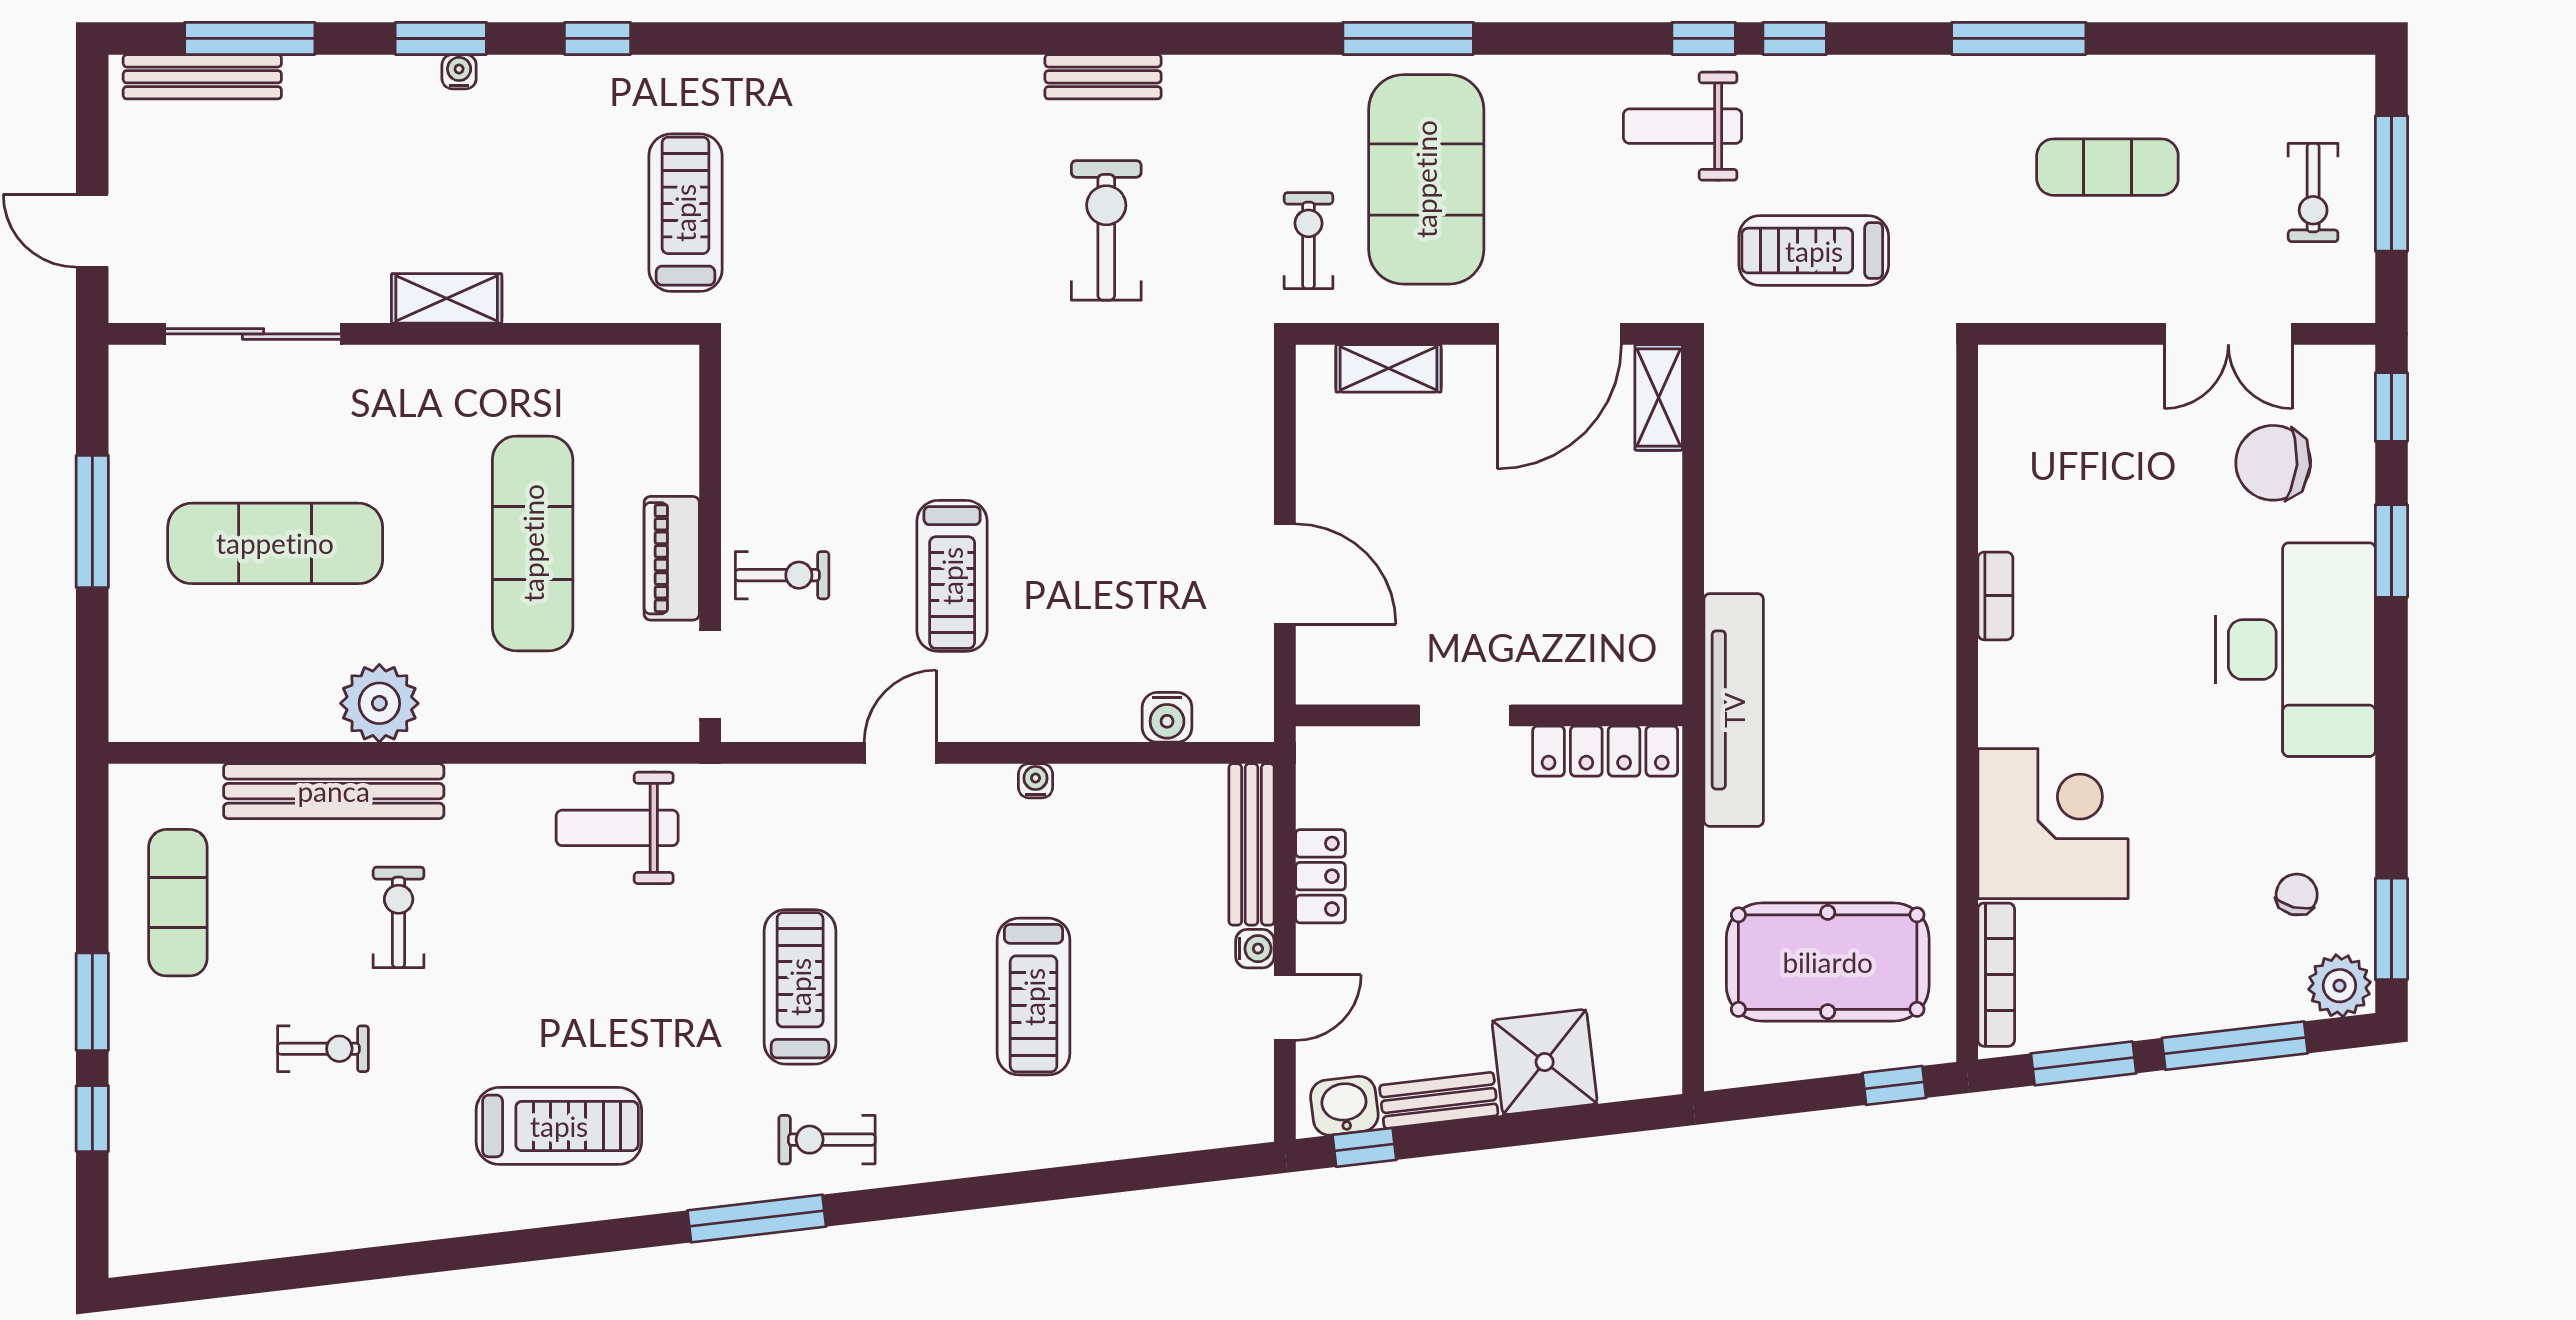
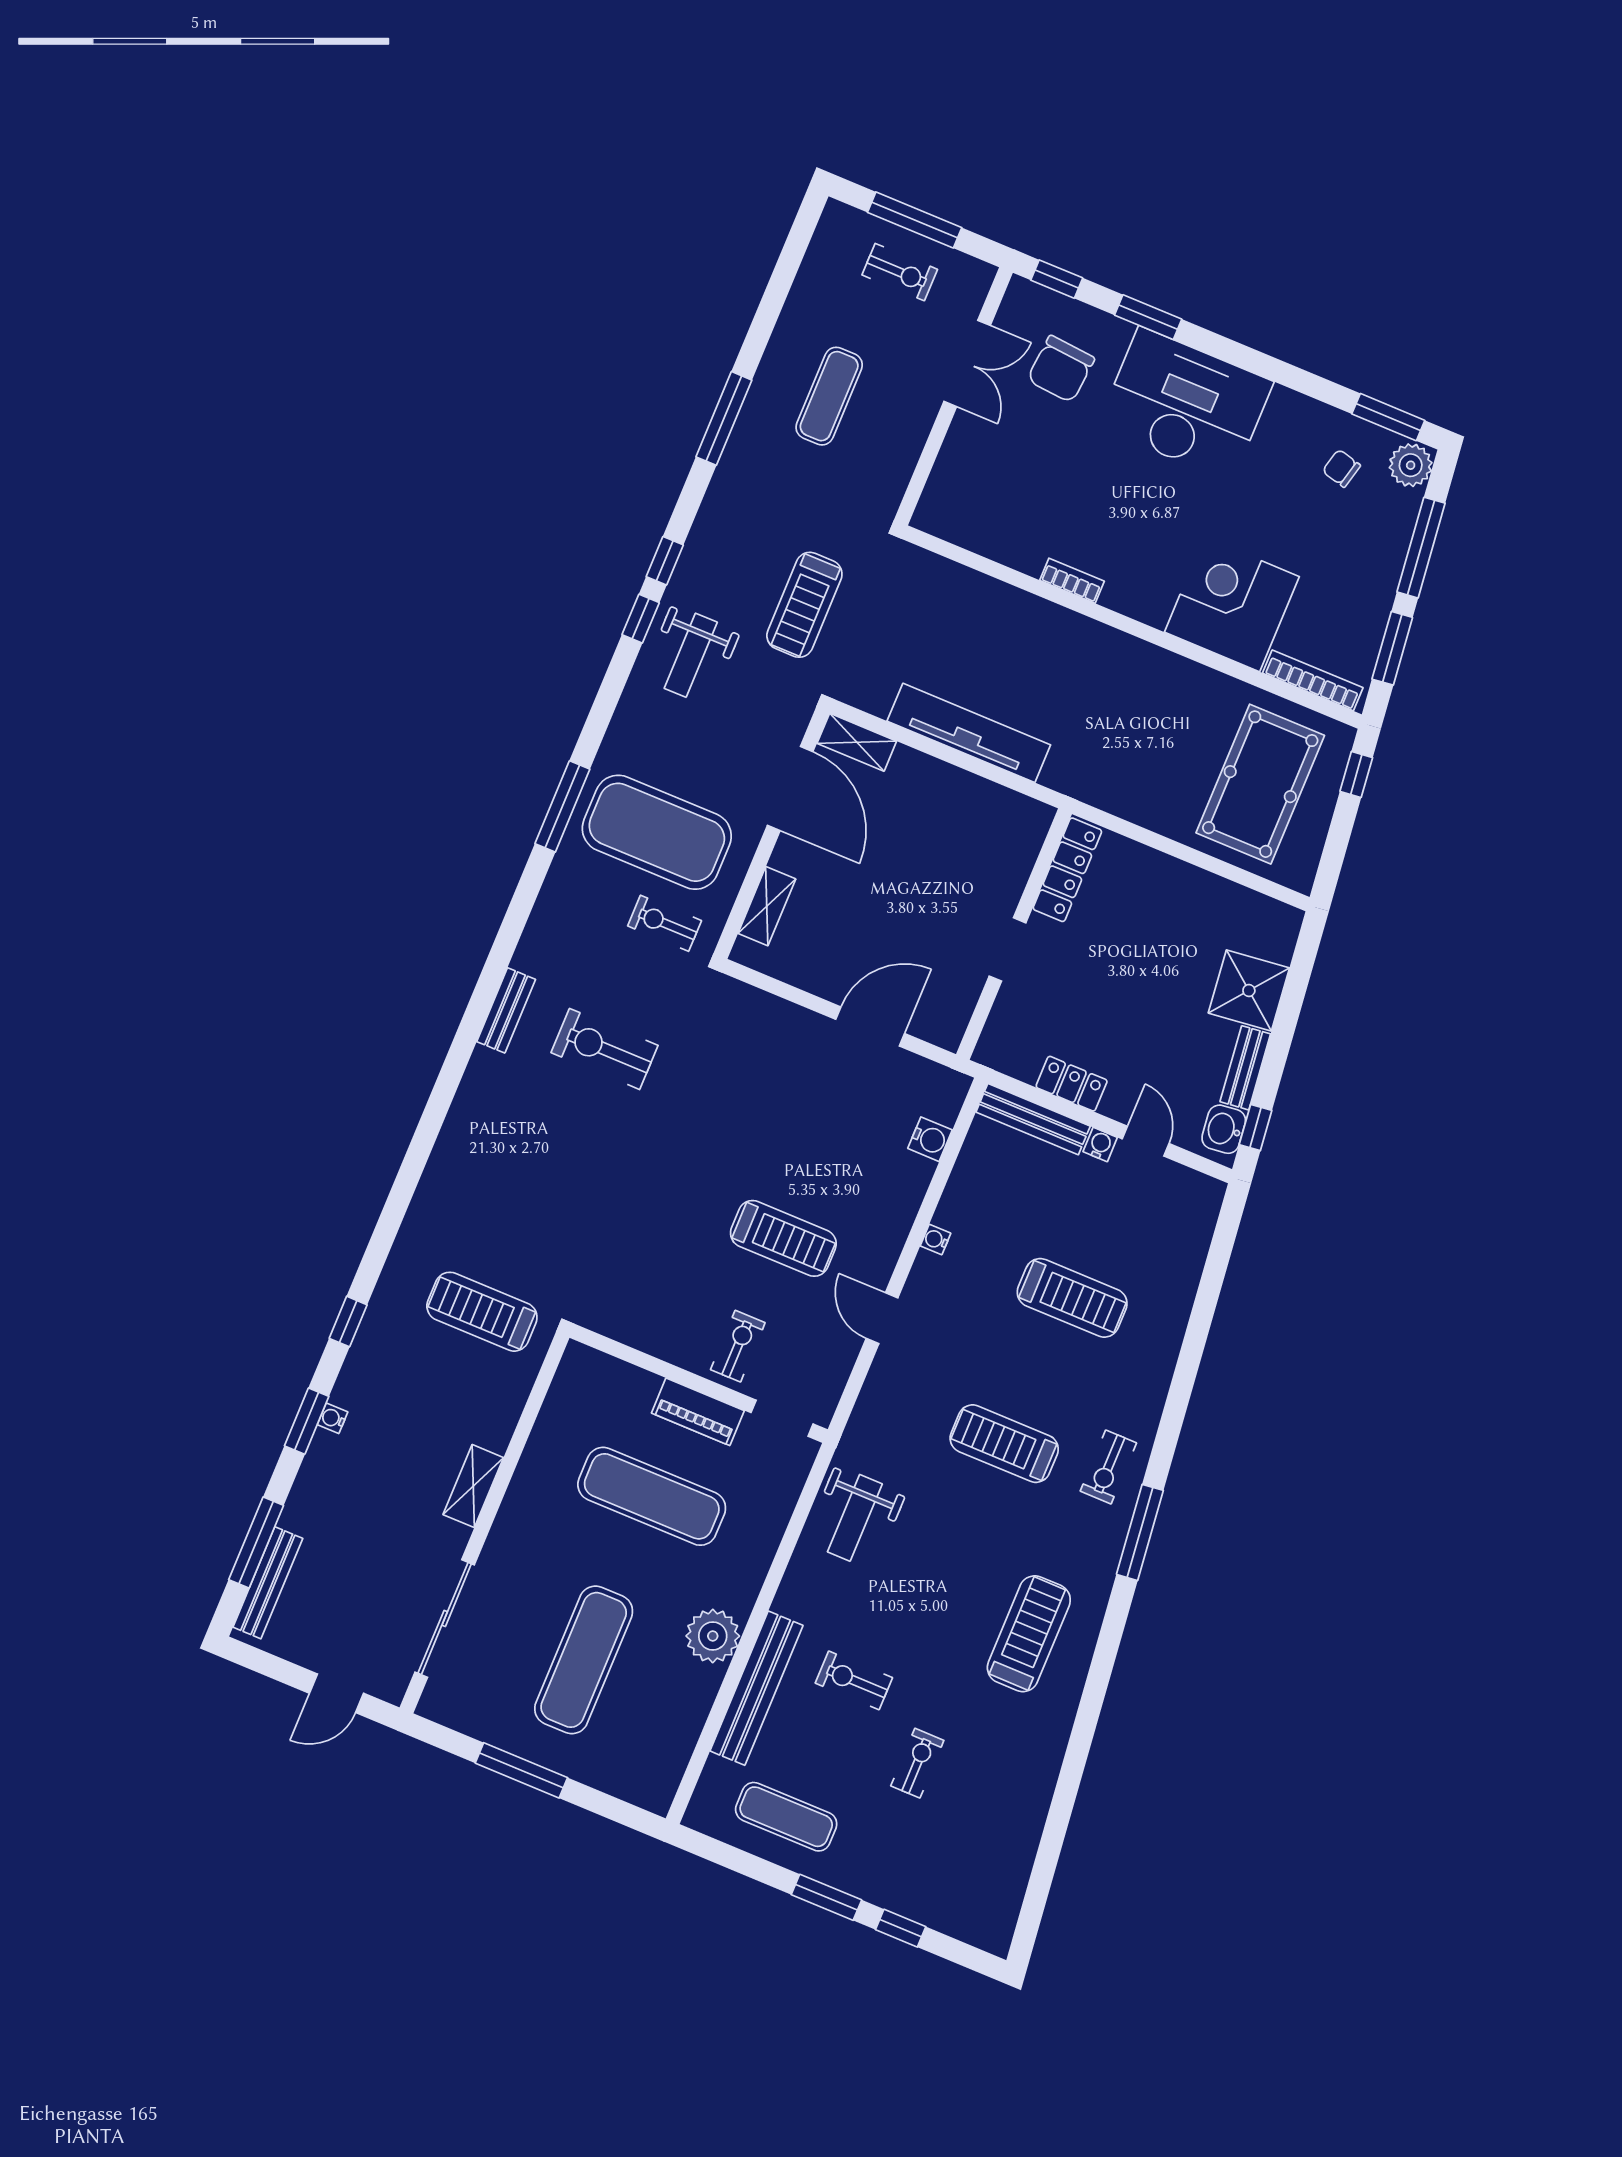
tv unit: (1734, 710) -> (969, 733), moved

